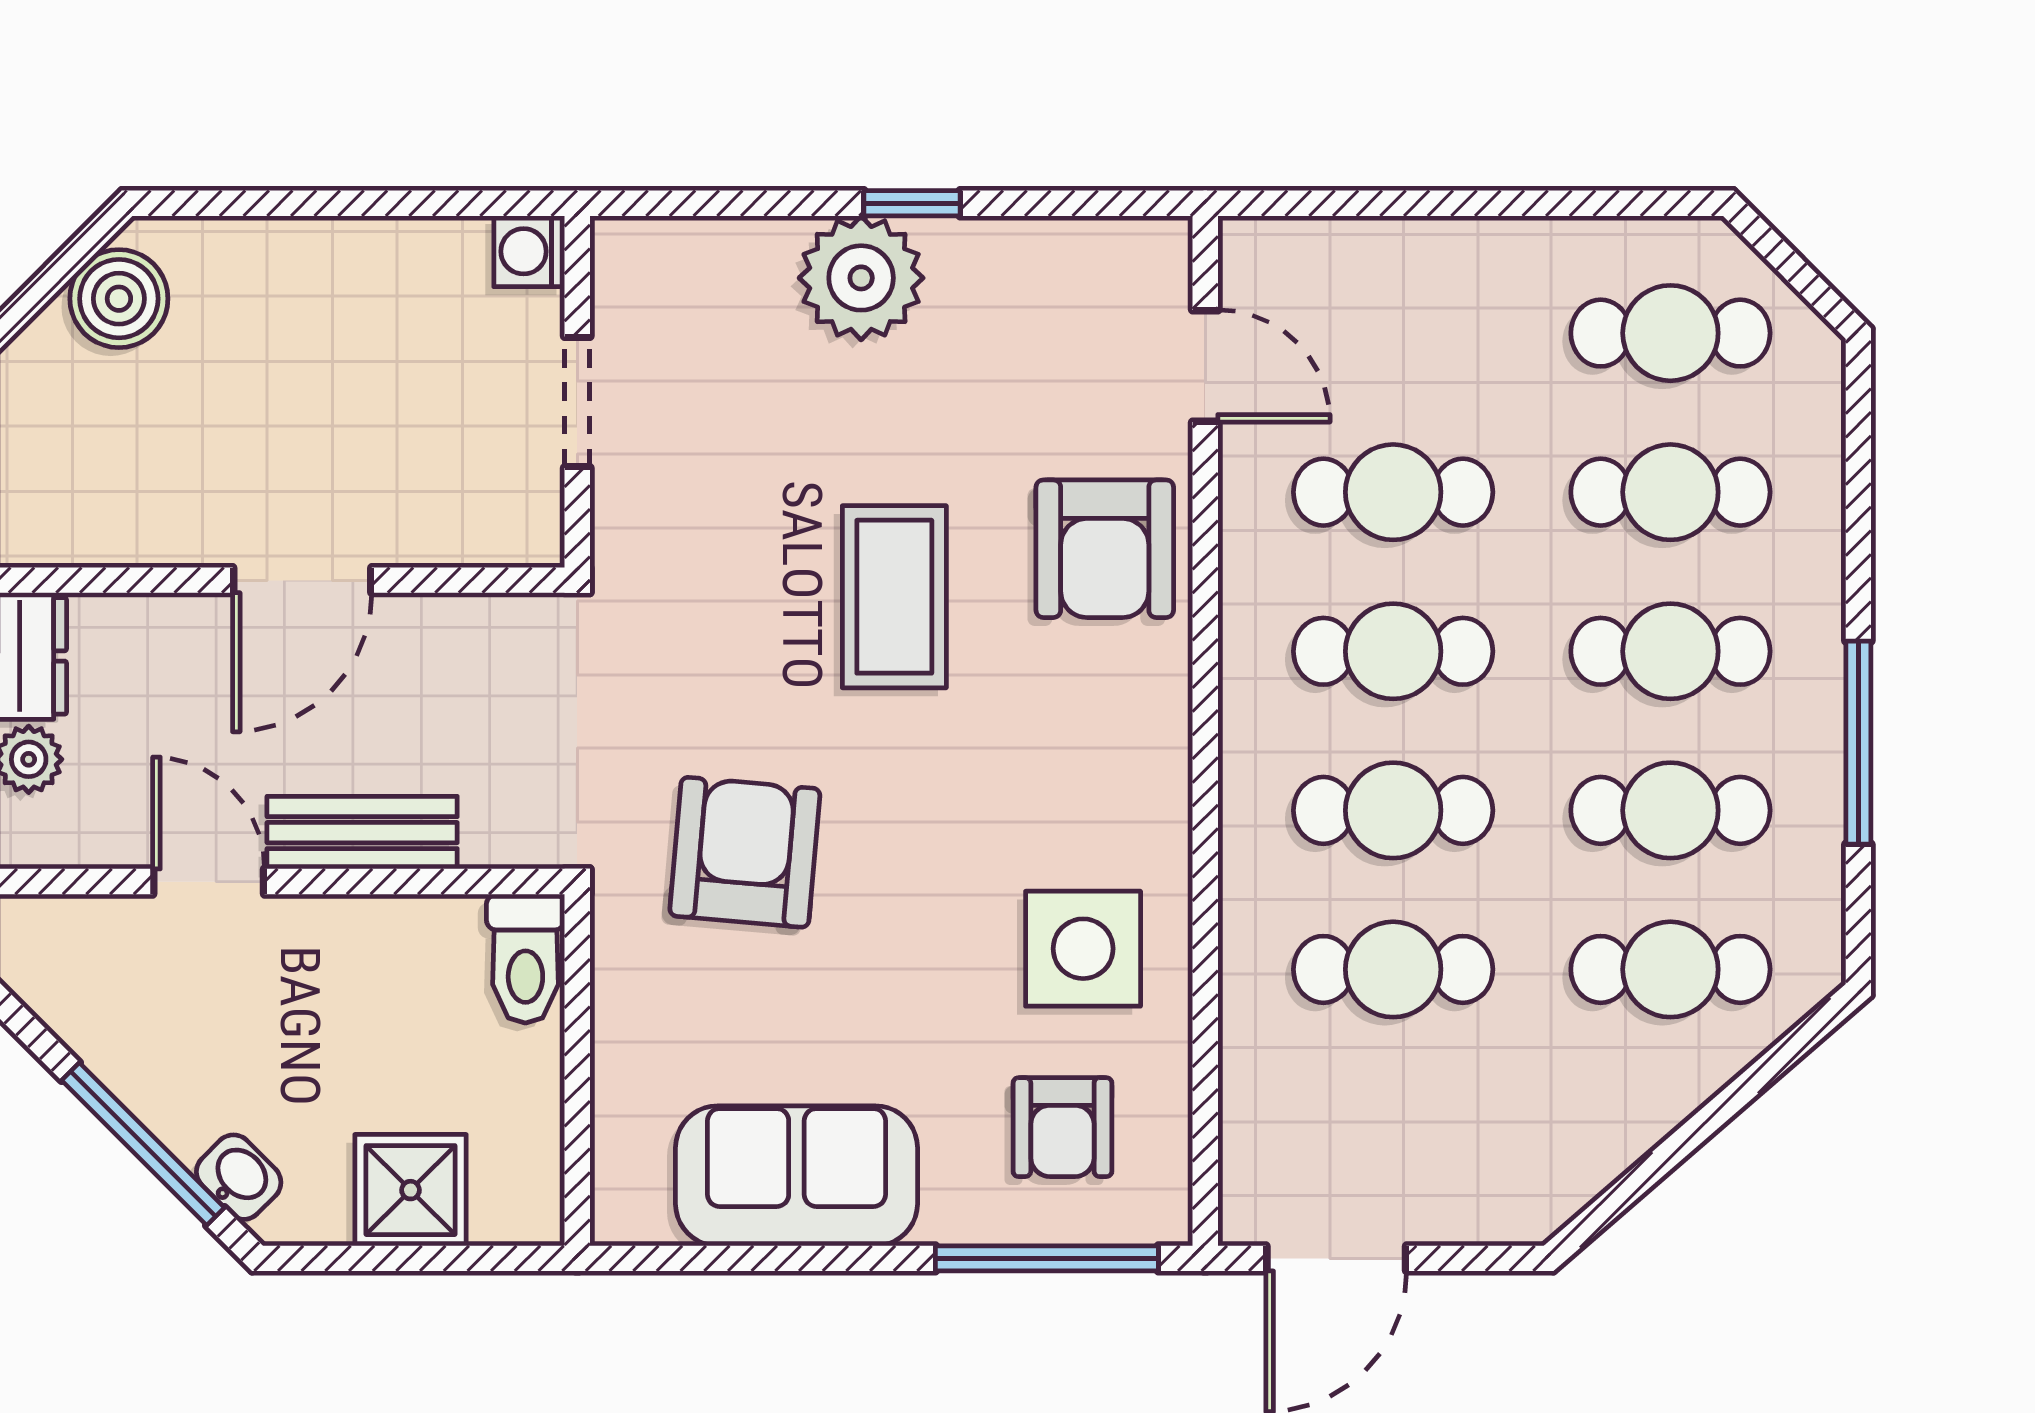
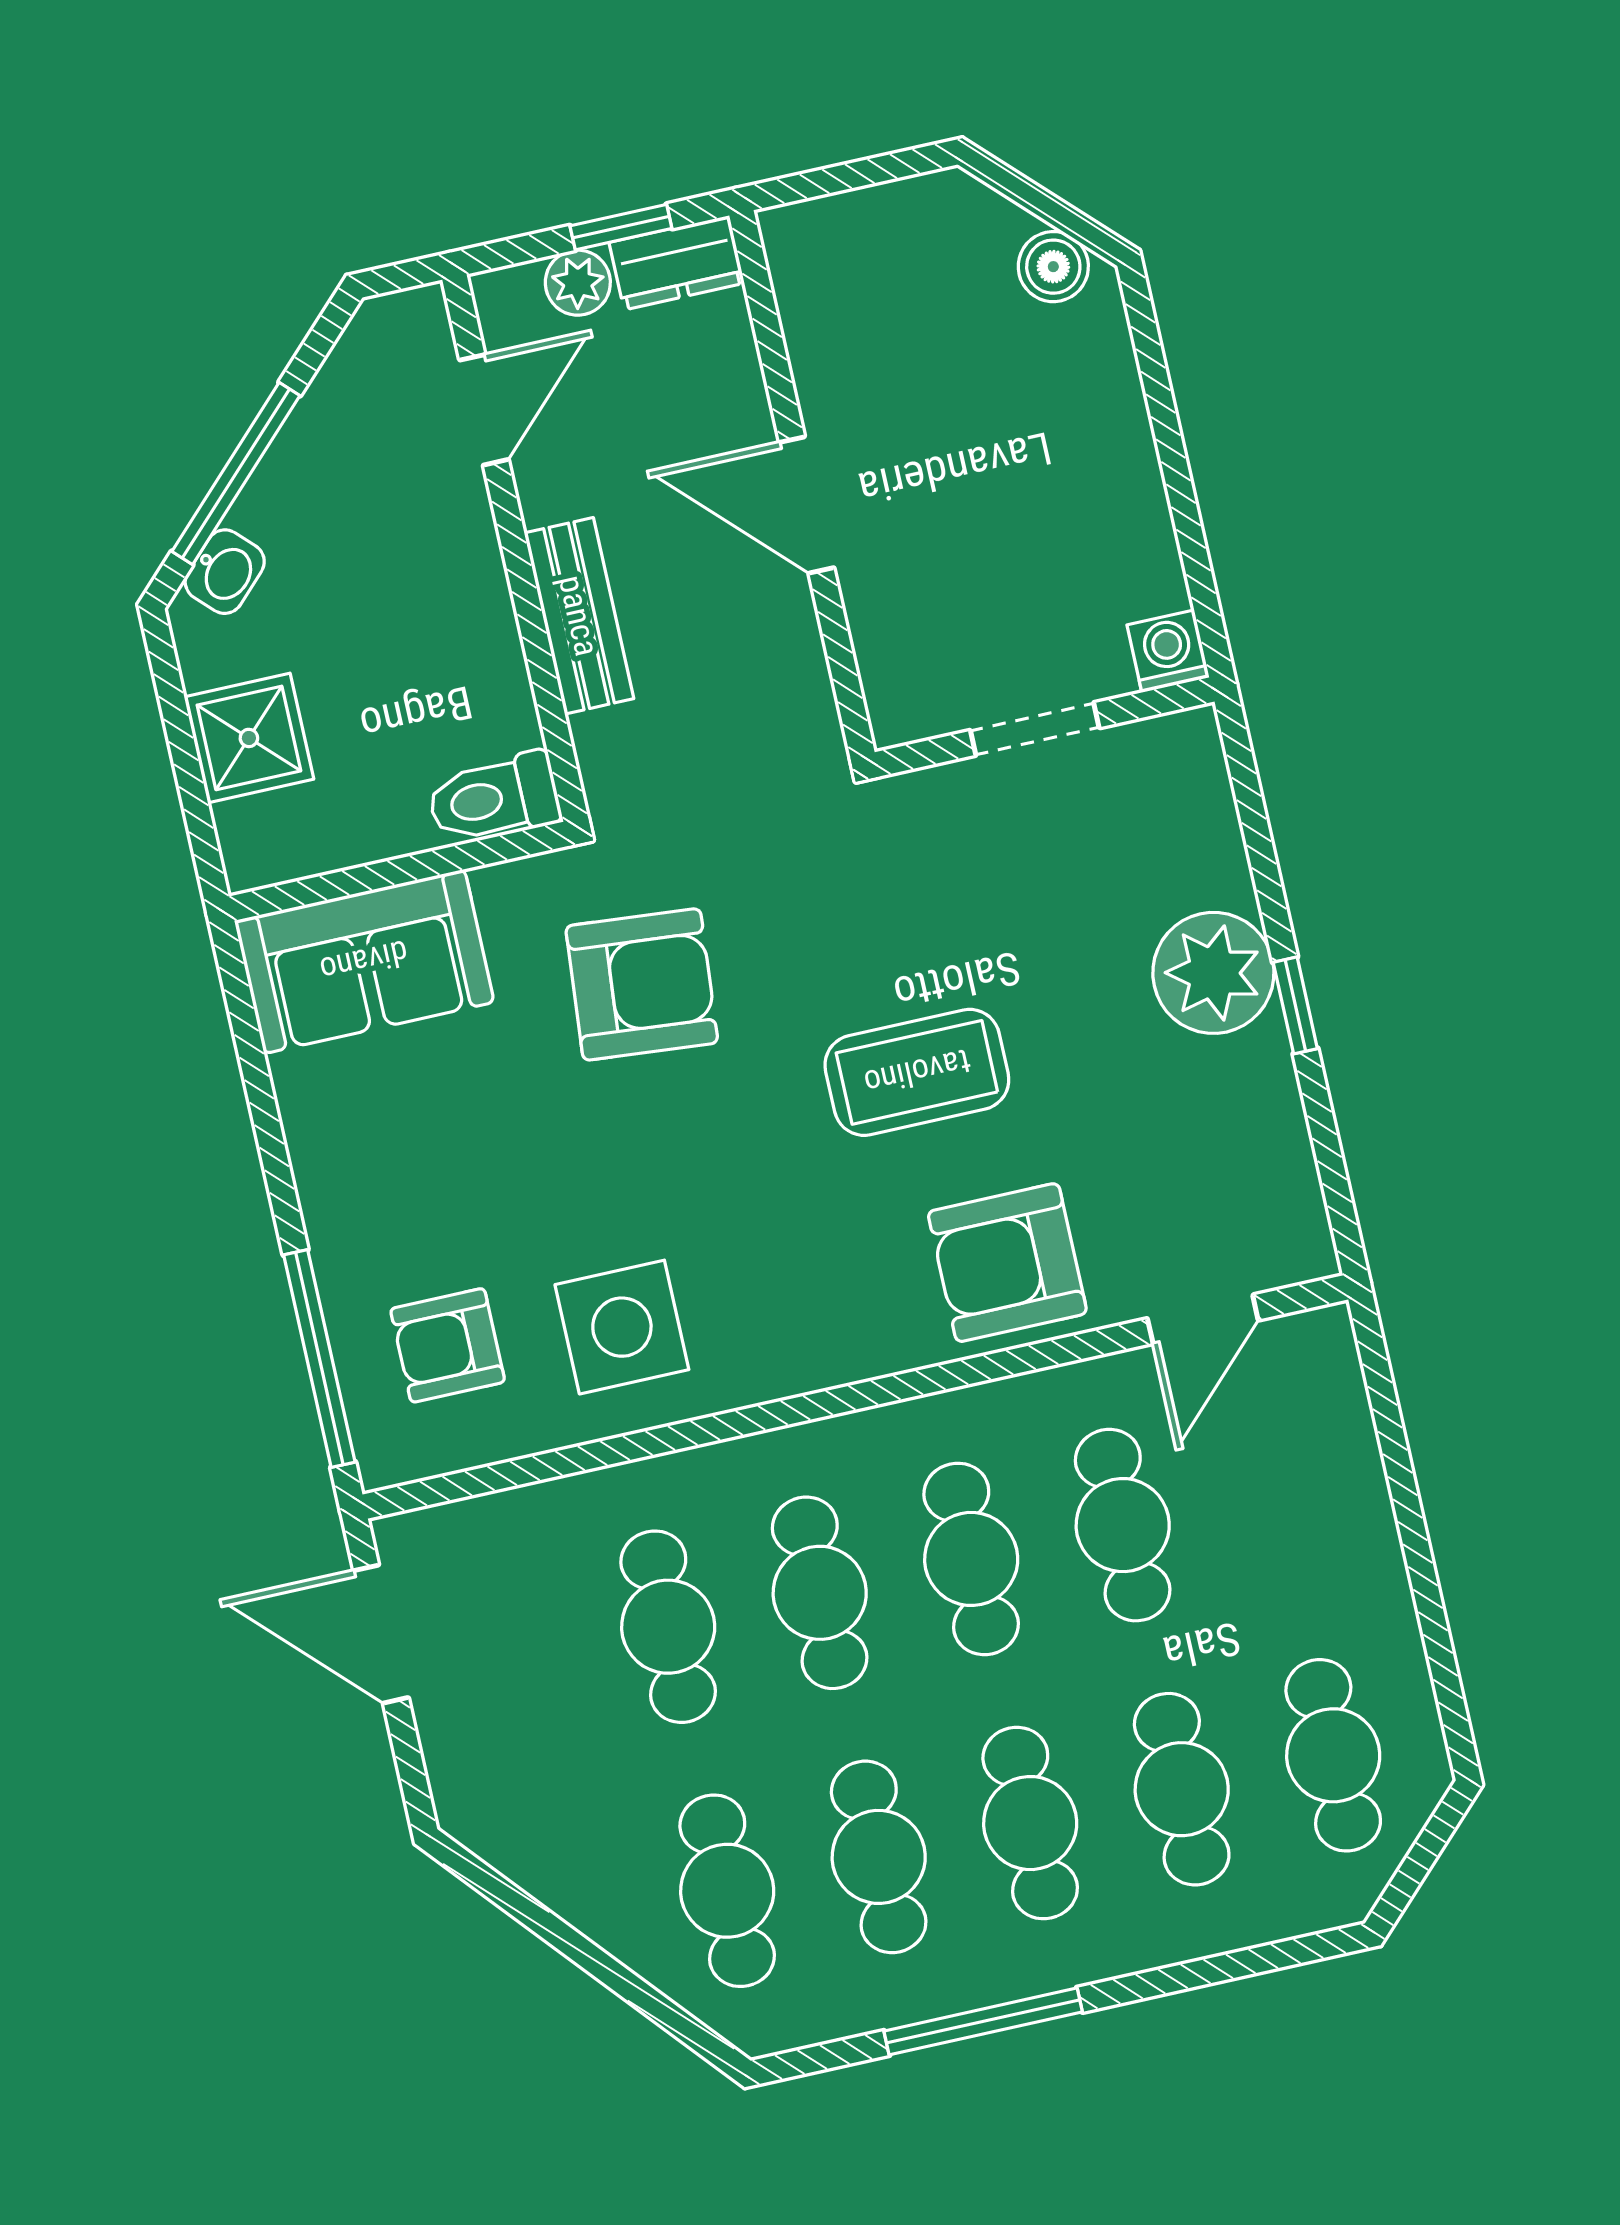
boiler: (119, 299) -> (1053, 267), width x0.73, depth x0.73
door: (209, 882) -> (484, 410), moved
sofa: (796, 1176) -> (364, 961), moved, turned 90

